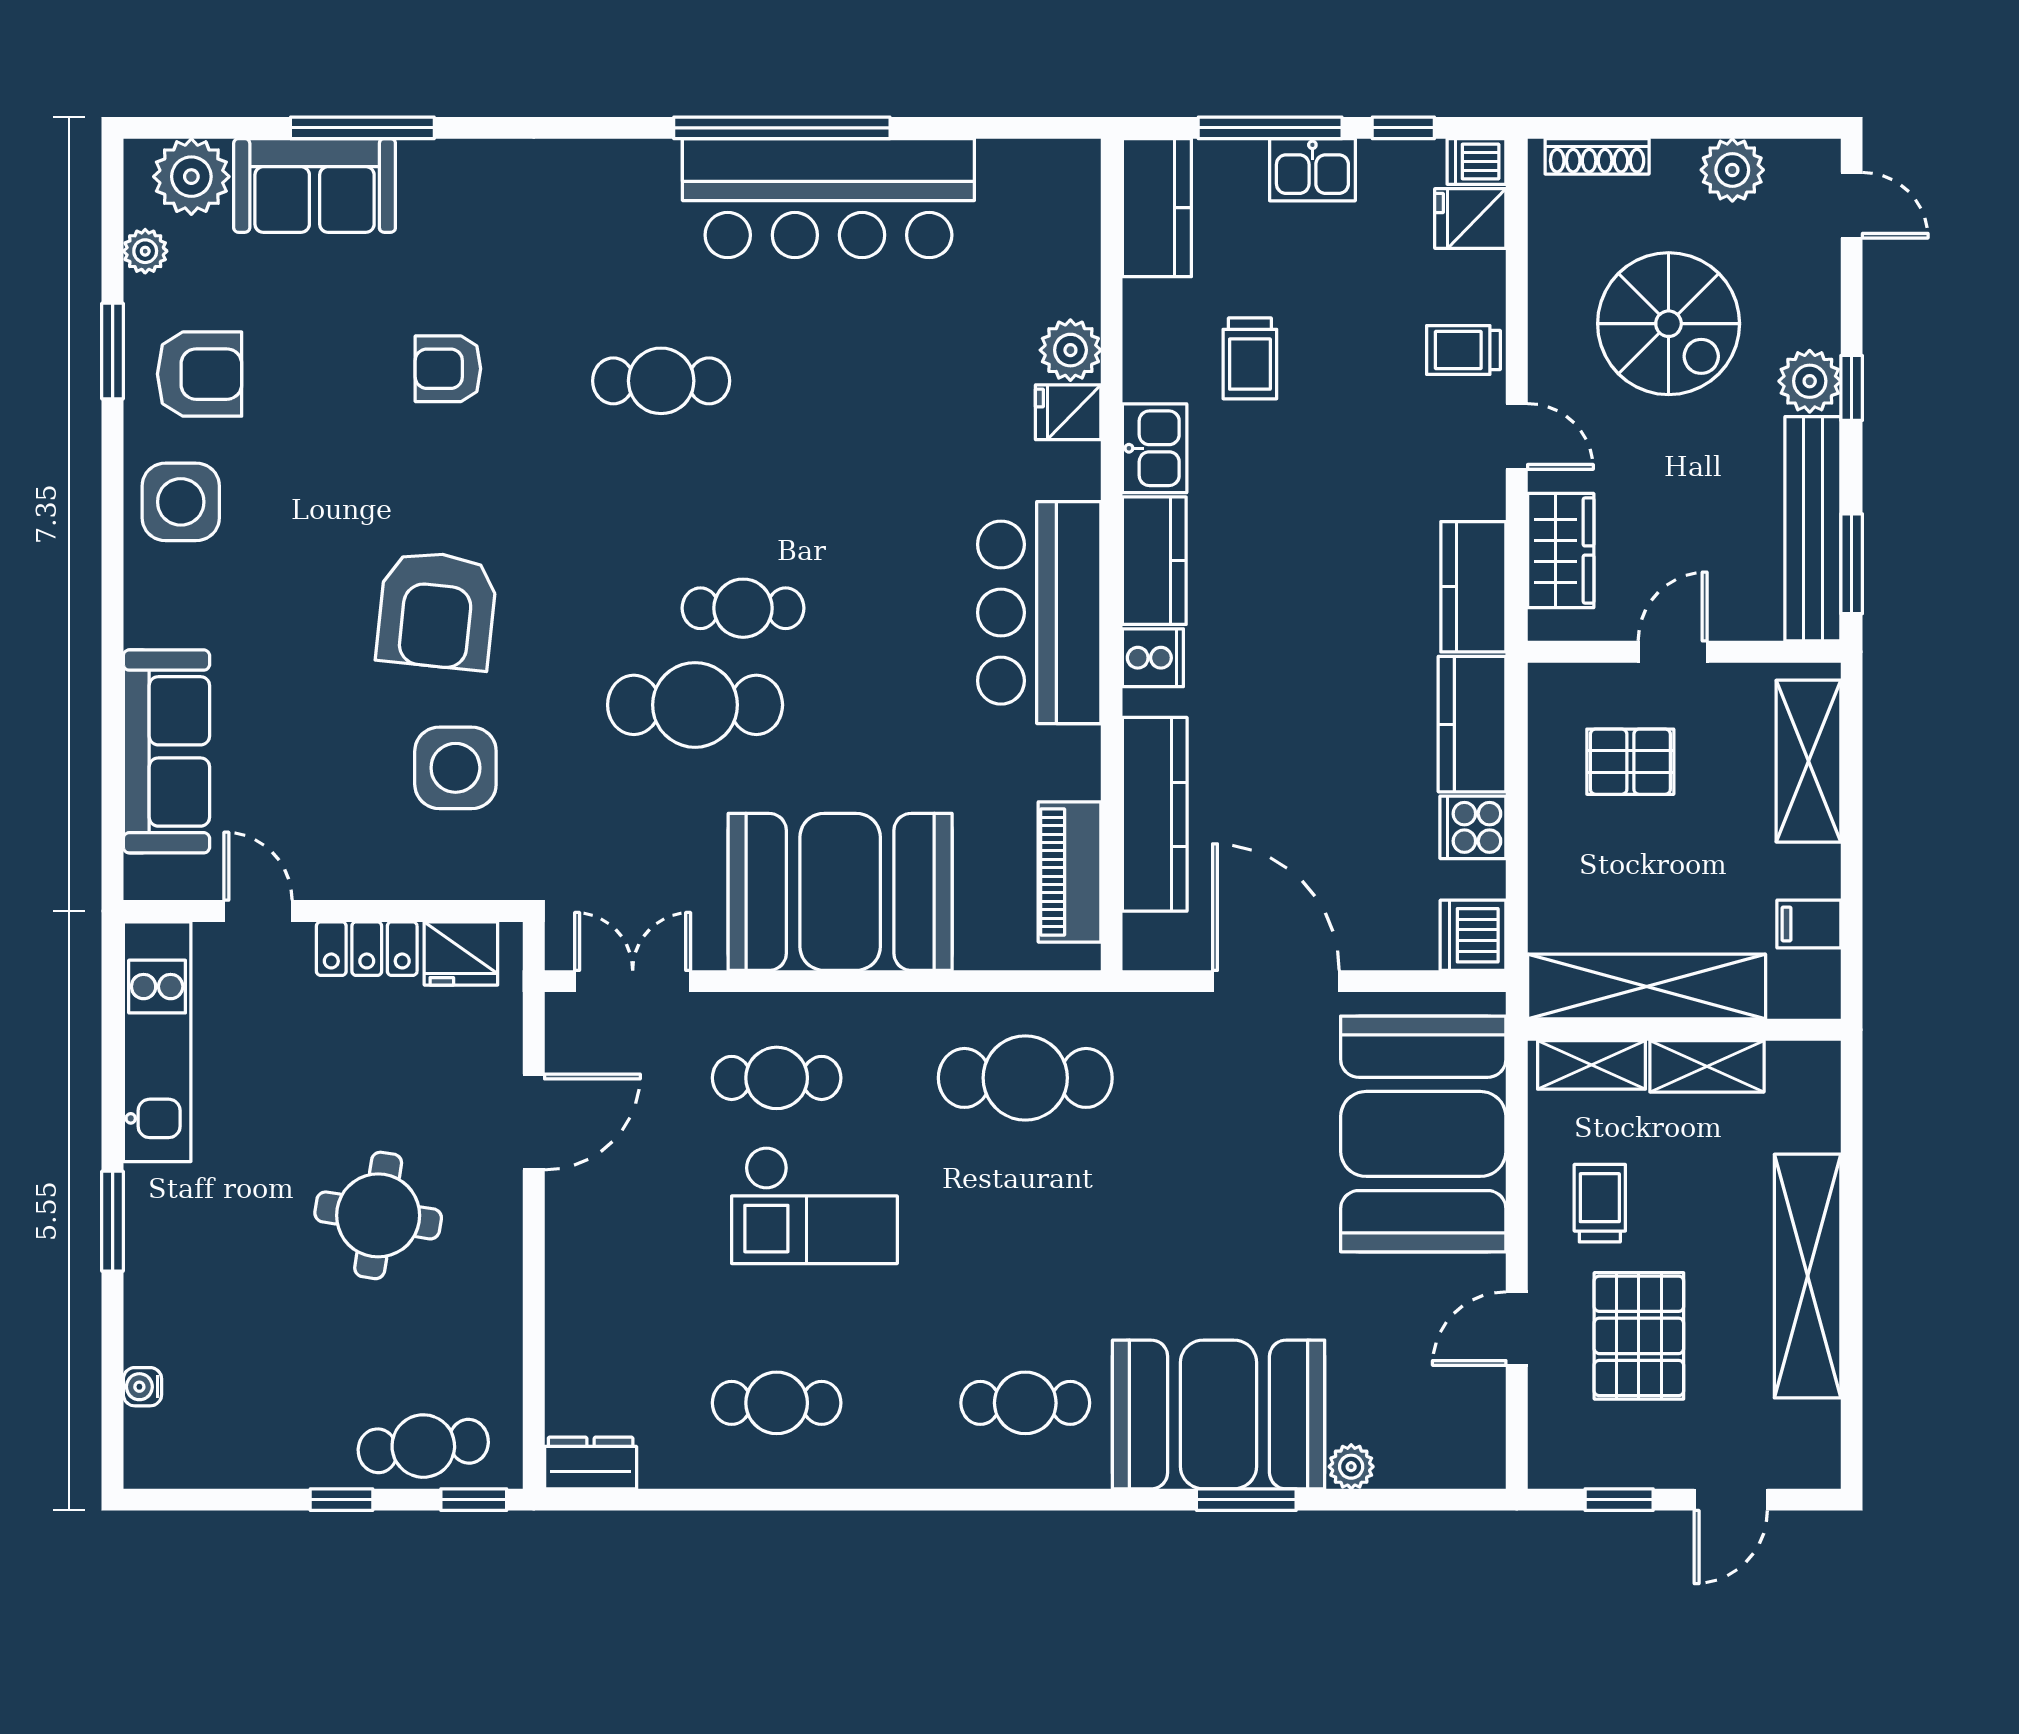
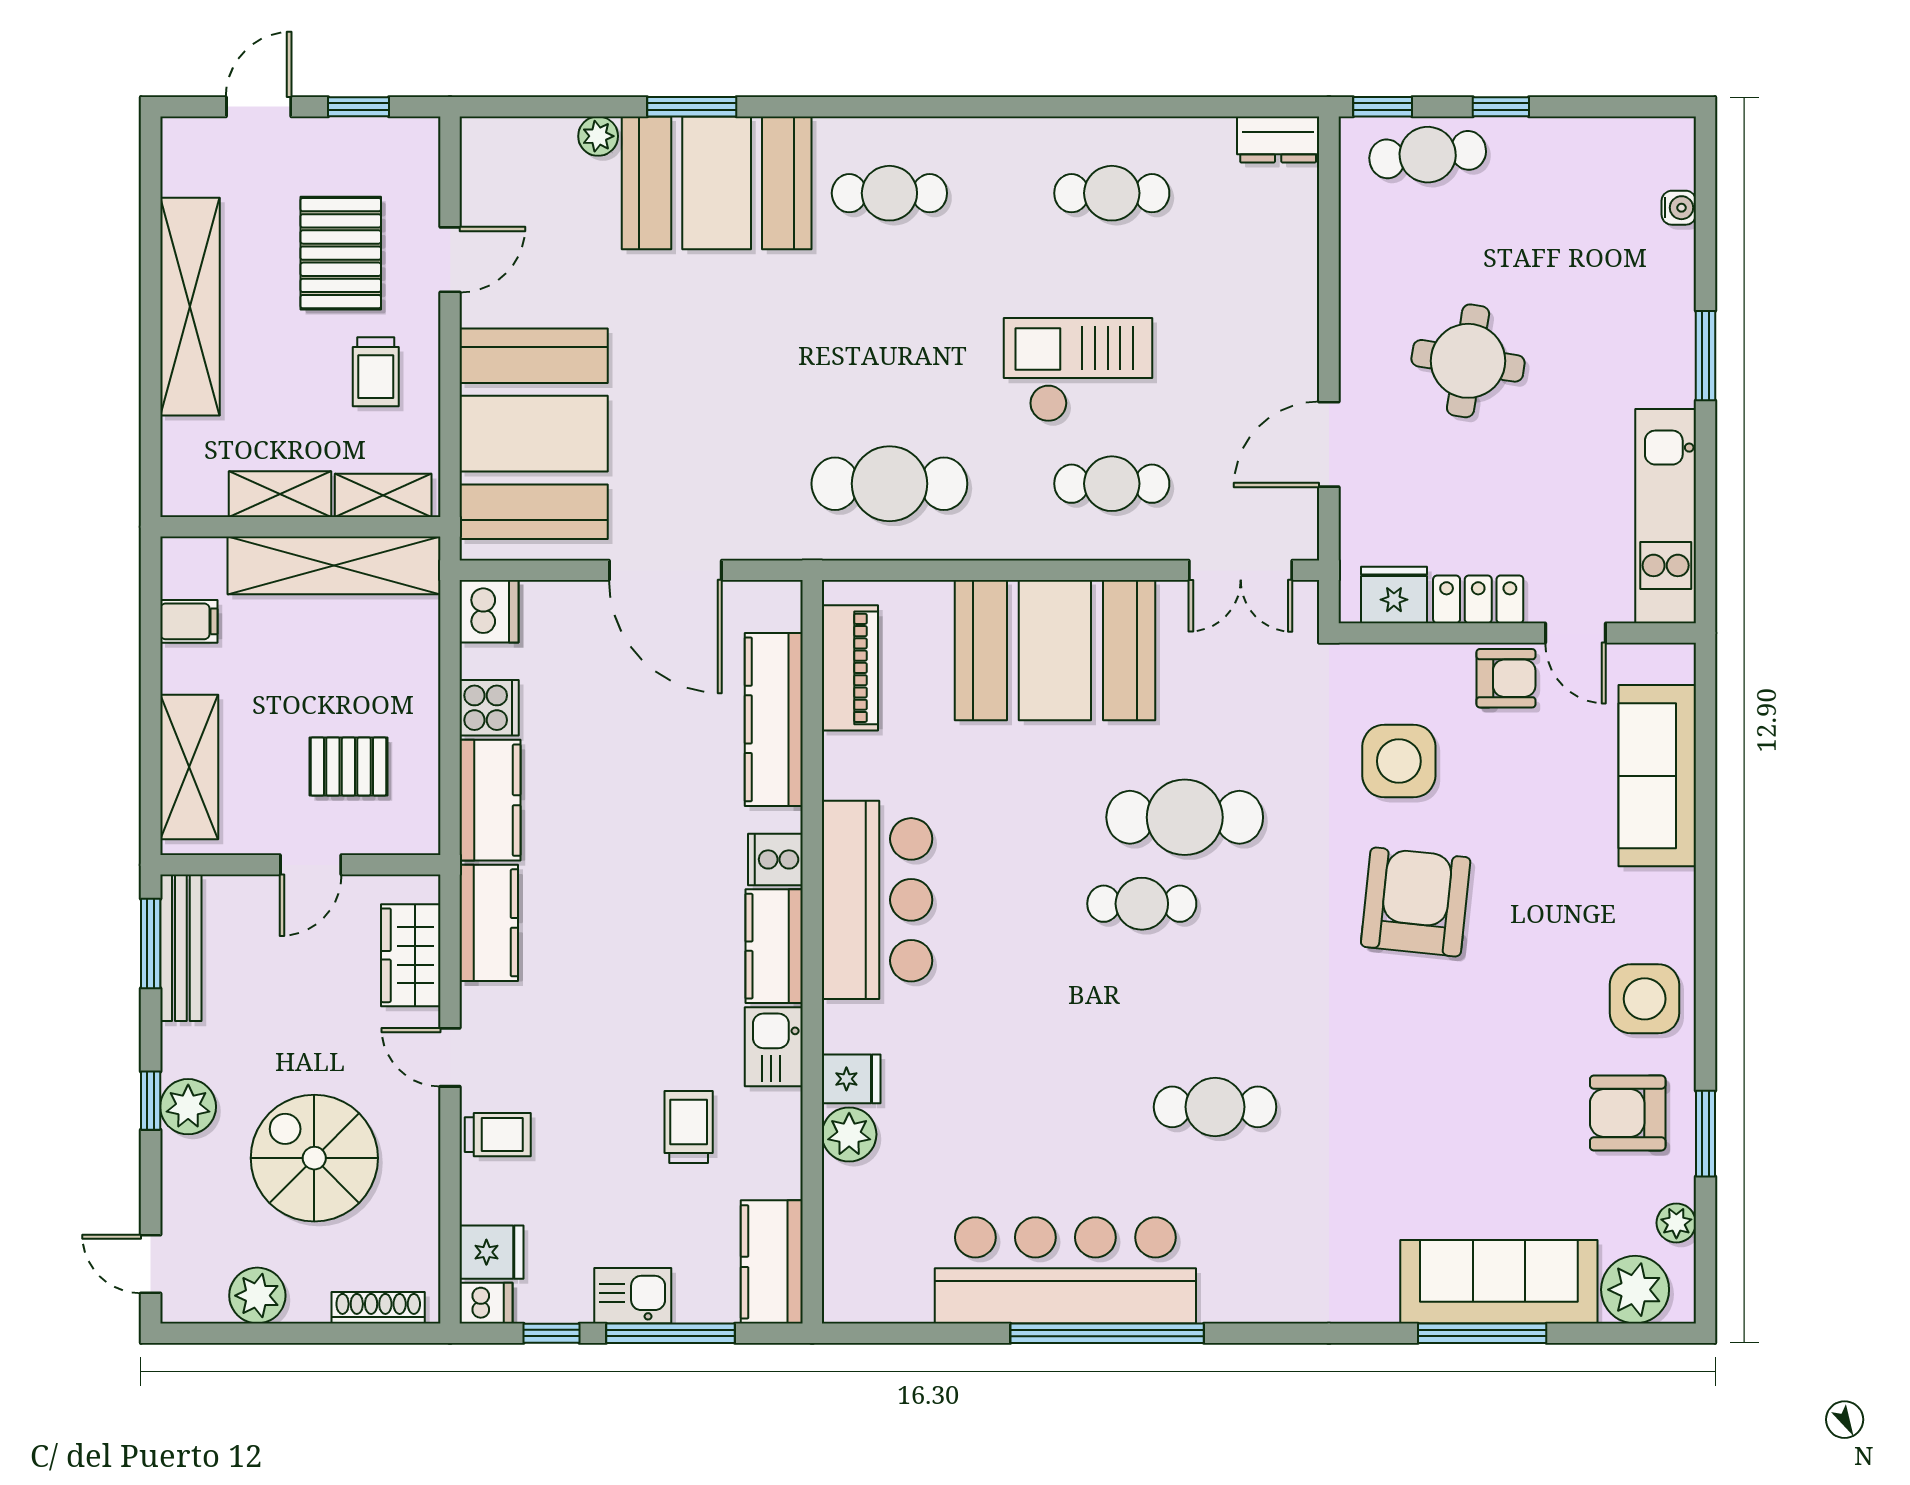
sofa: (315, 185) -> (1499, 1282), width x1.36
armchair: (448, 369) -> (1506, 678), moved
bench: (1813, 529) -> (181, 948), width x0.73, depth x0.82

